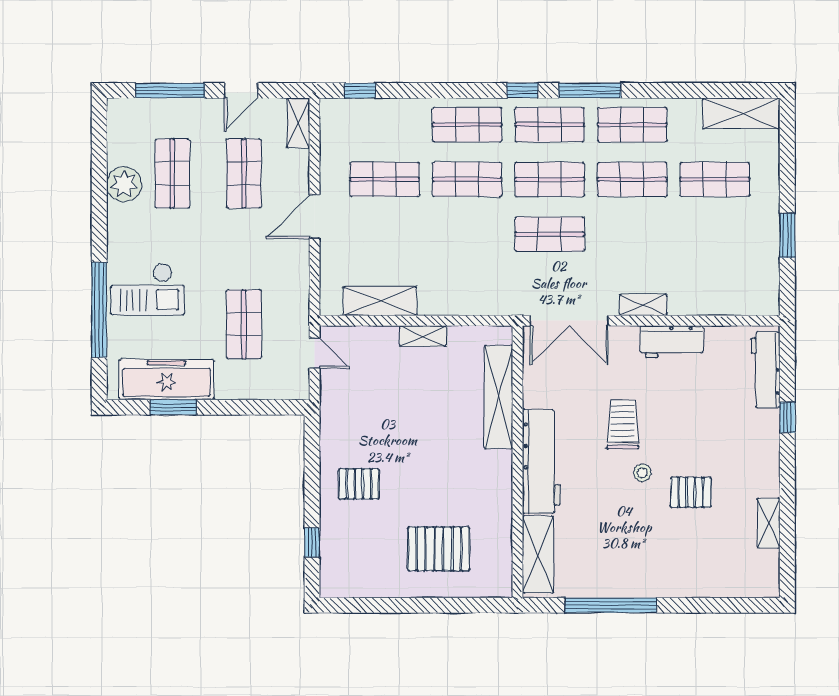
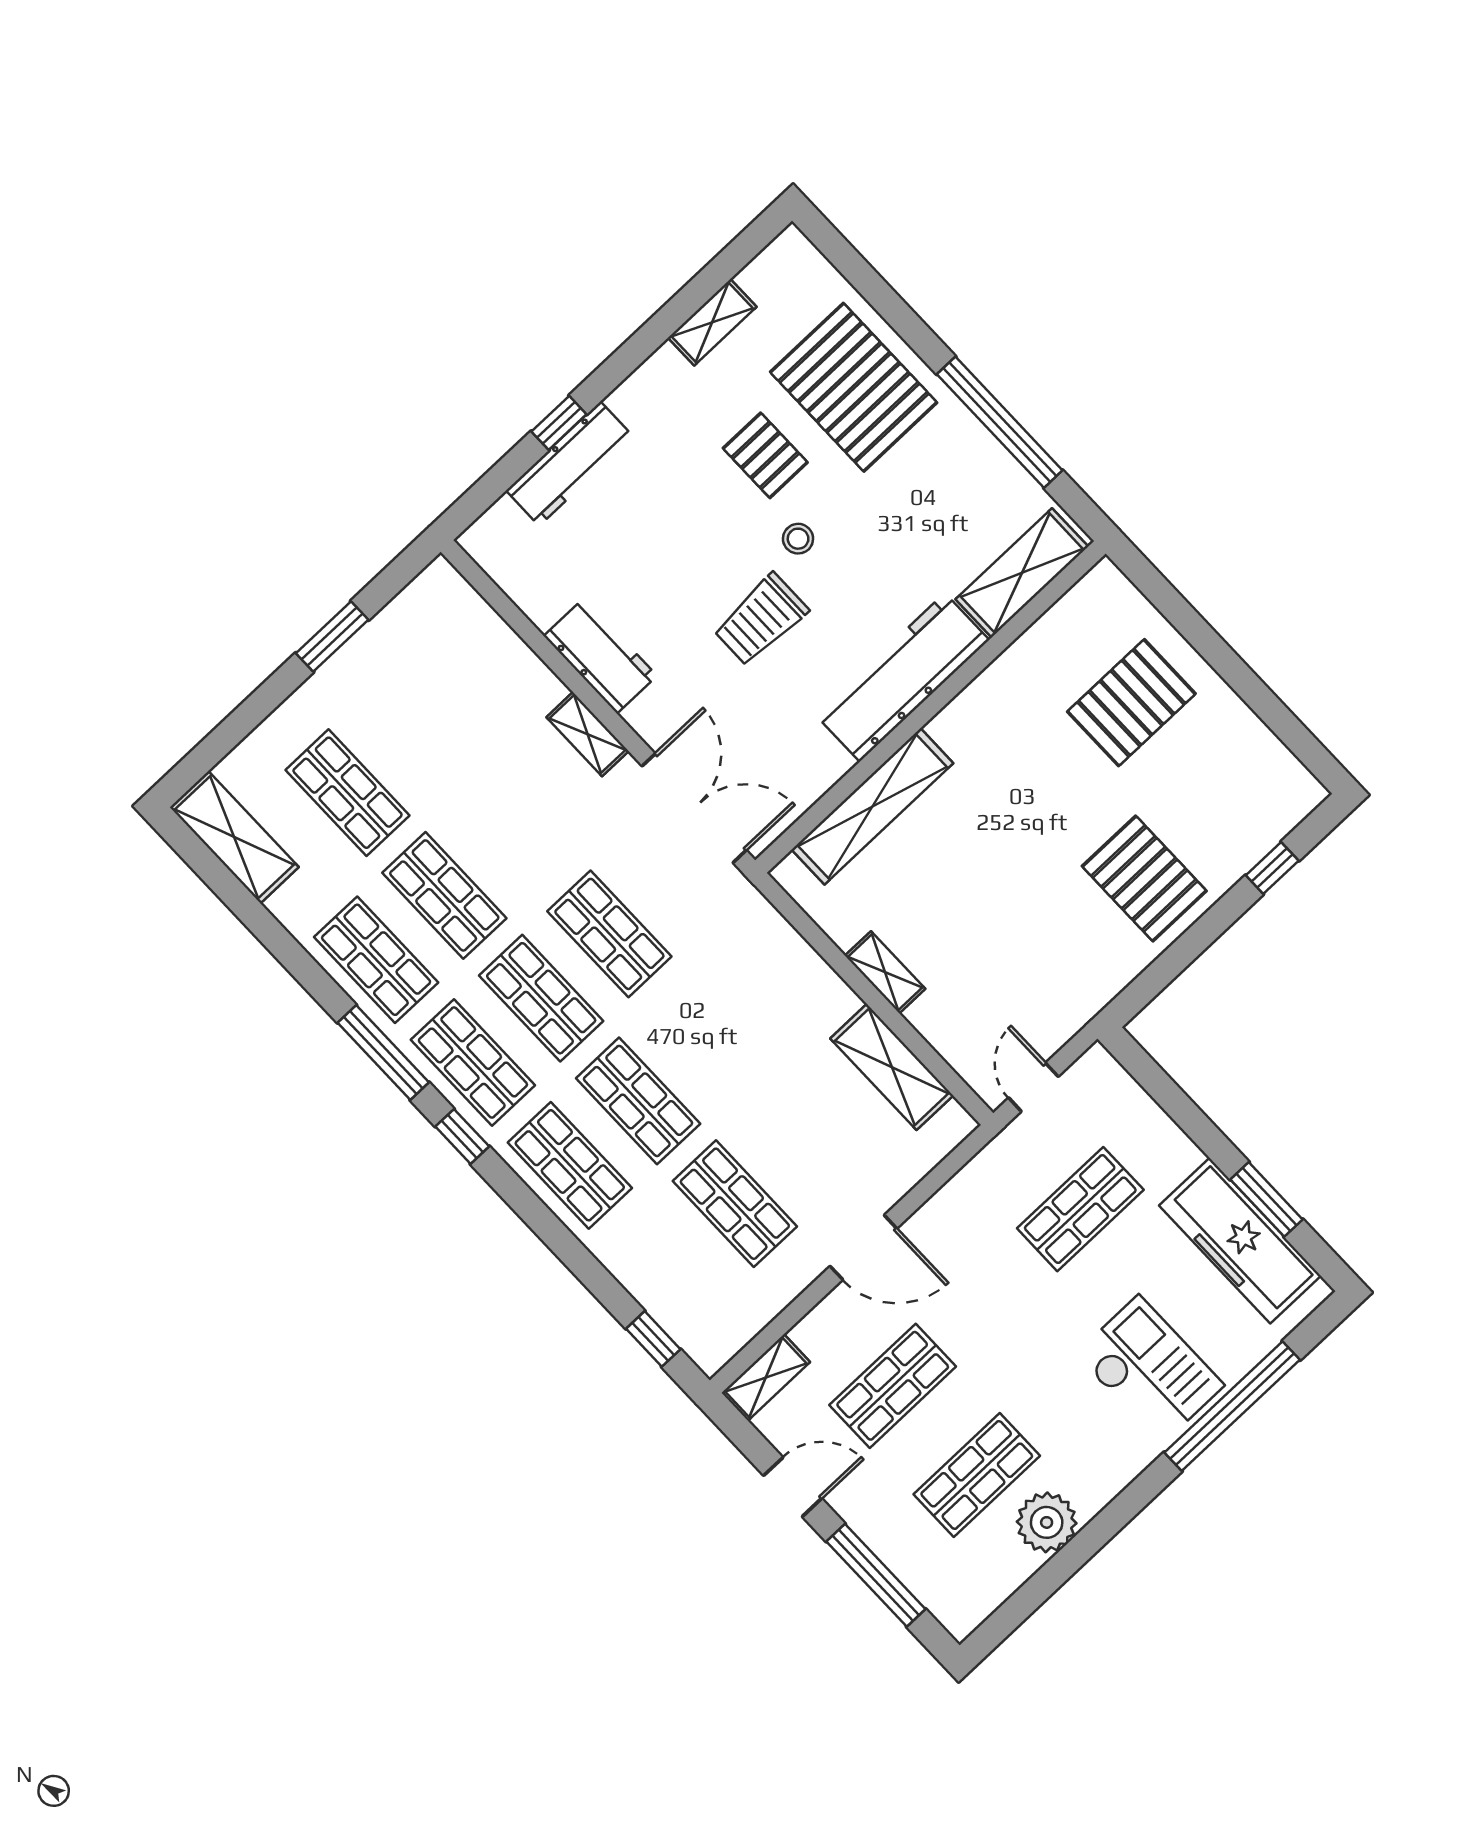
workbench: (766, 370) -> (570, 464), moved
pallet: (359, 484) -> (1144, 879), width x1.50, depth x1.42
pallet: (439, 549) -> (1131, 703), turned 90
pallet: (684, 557) -> (854, 387), added

